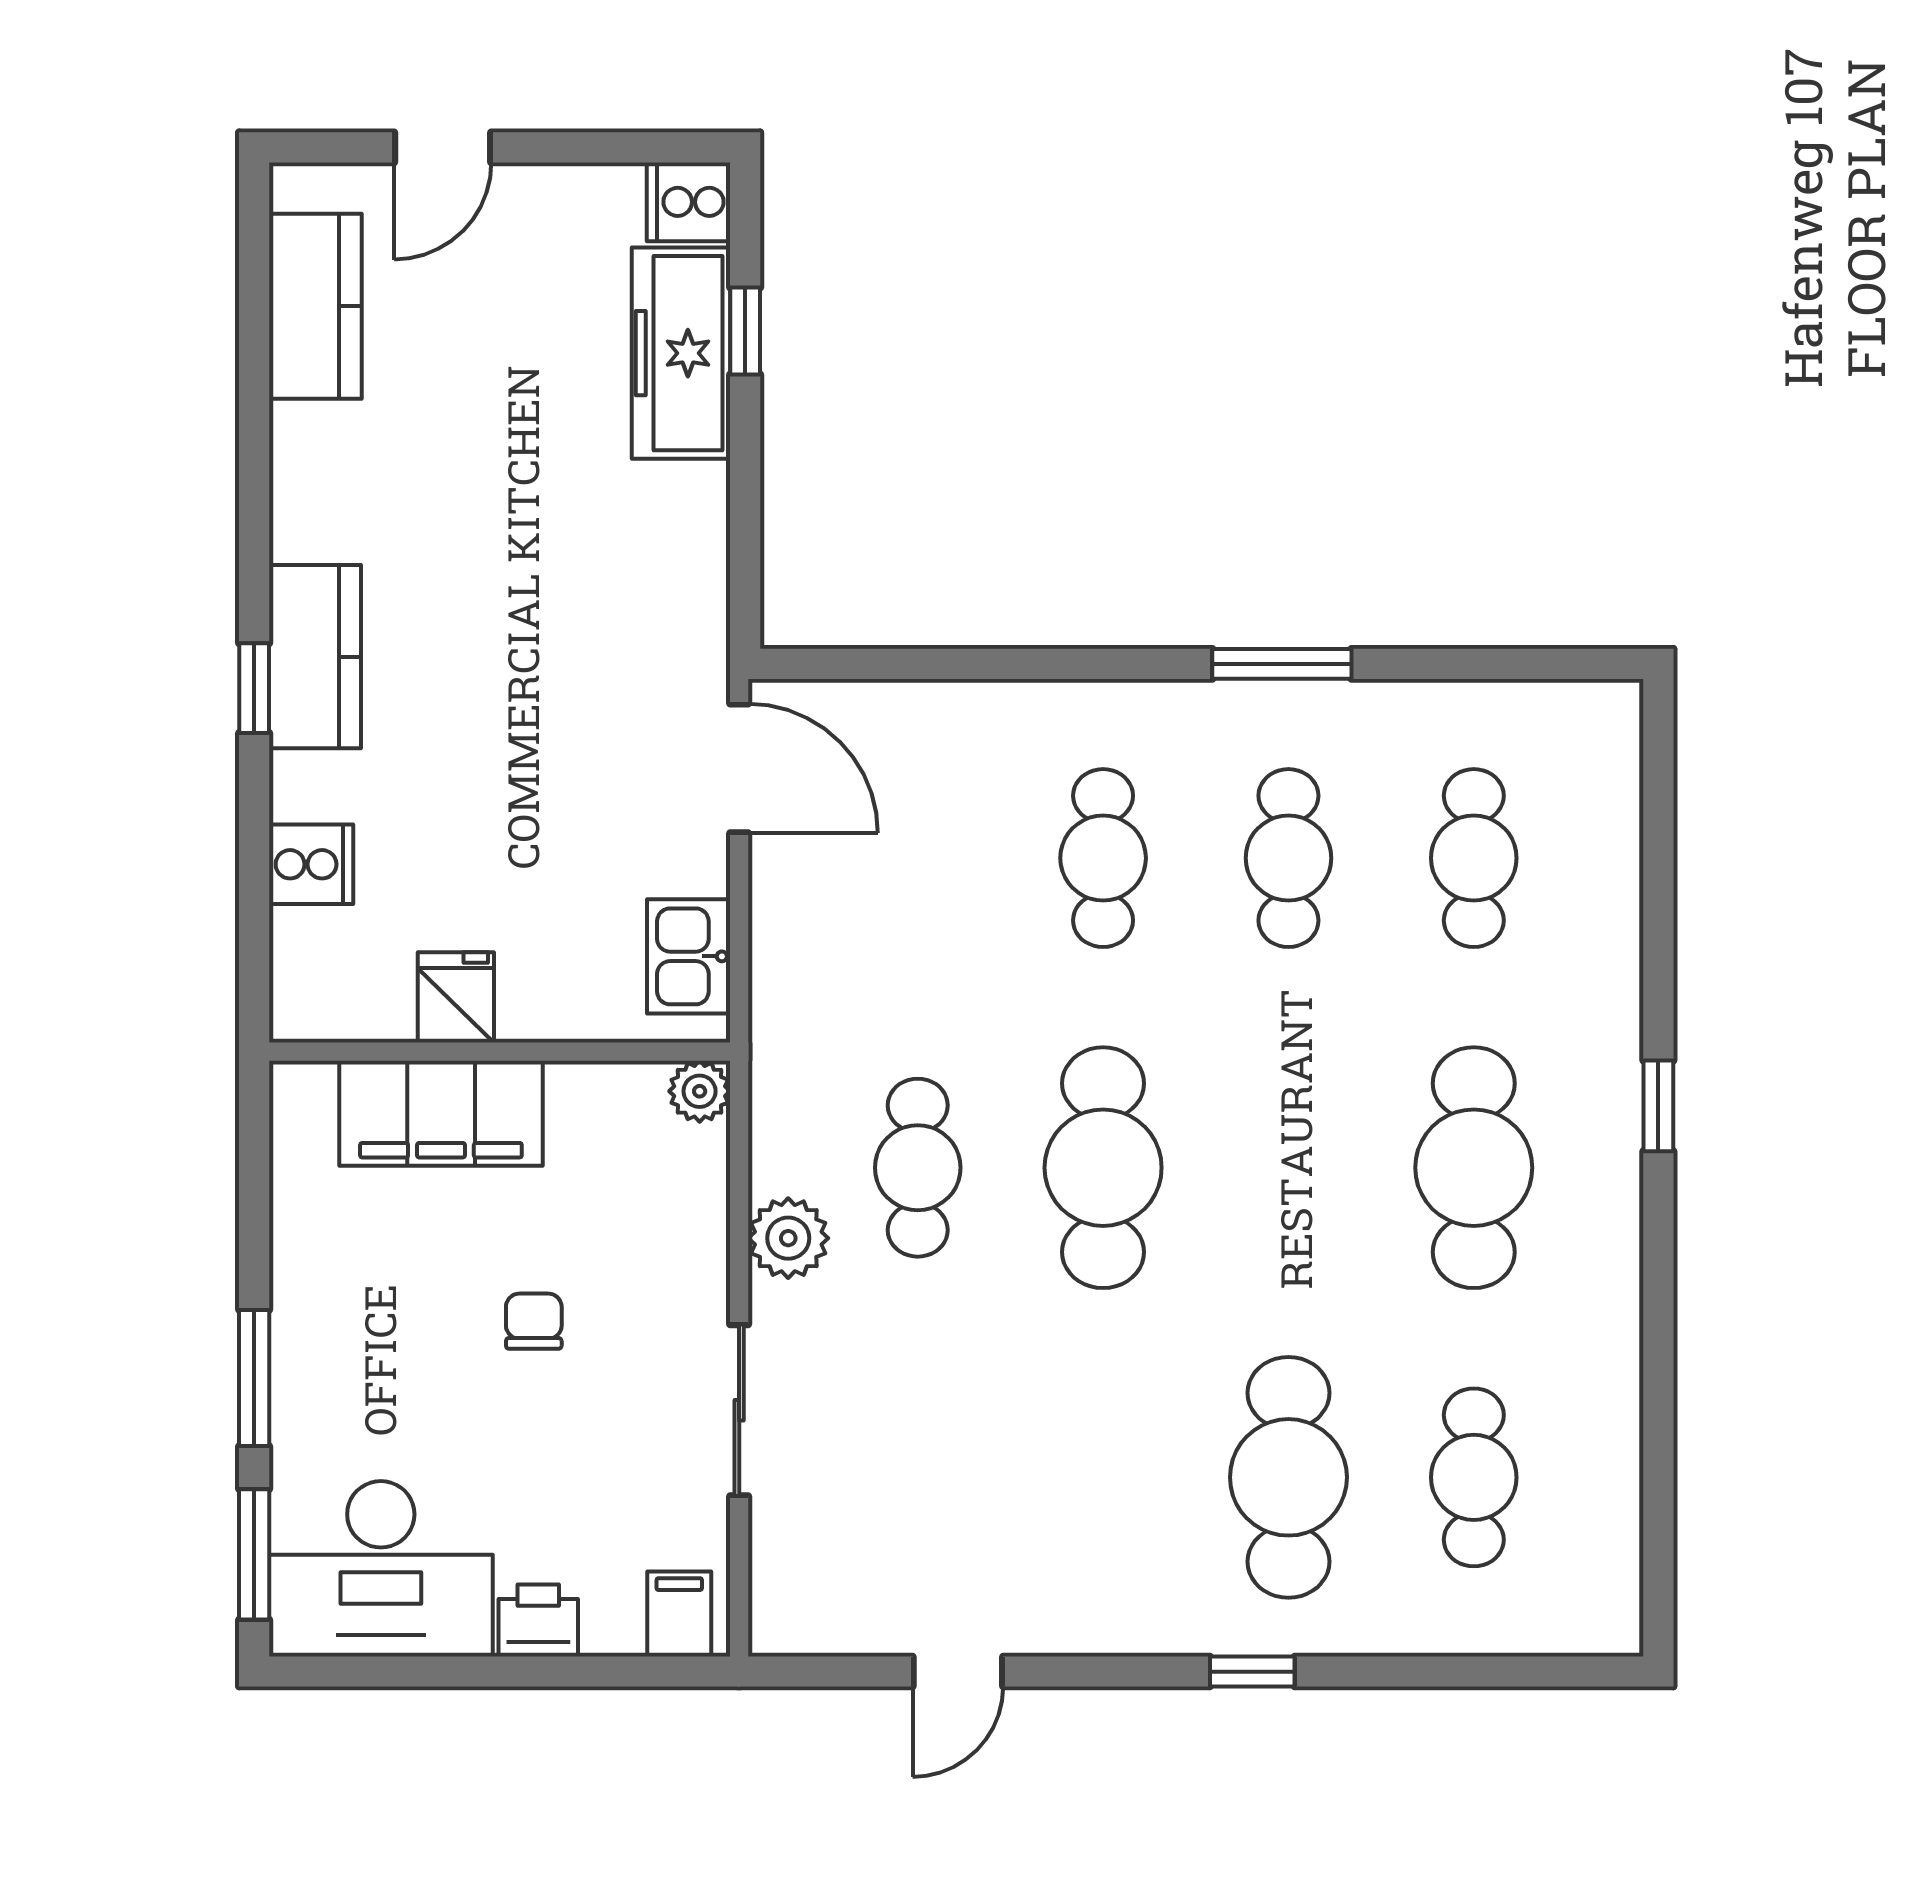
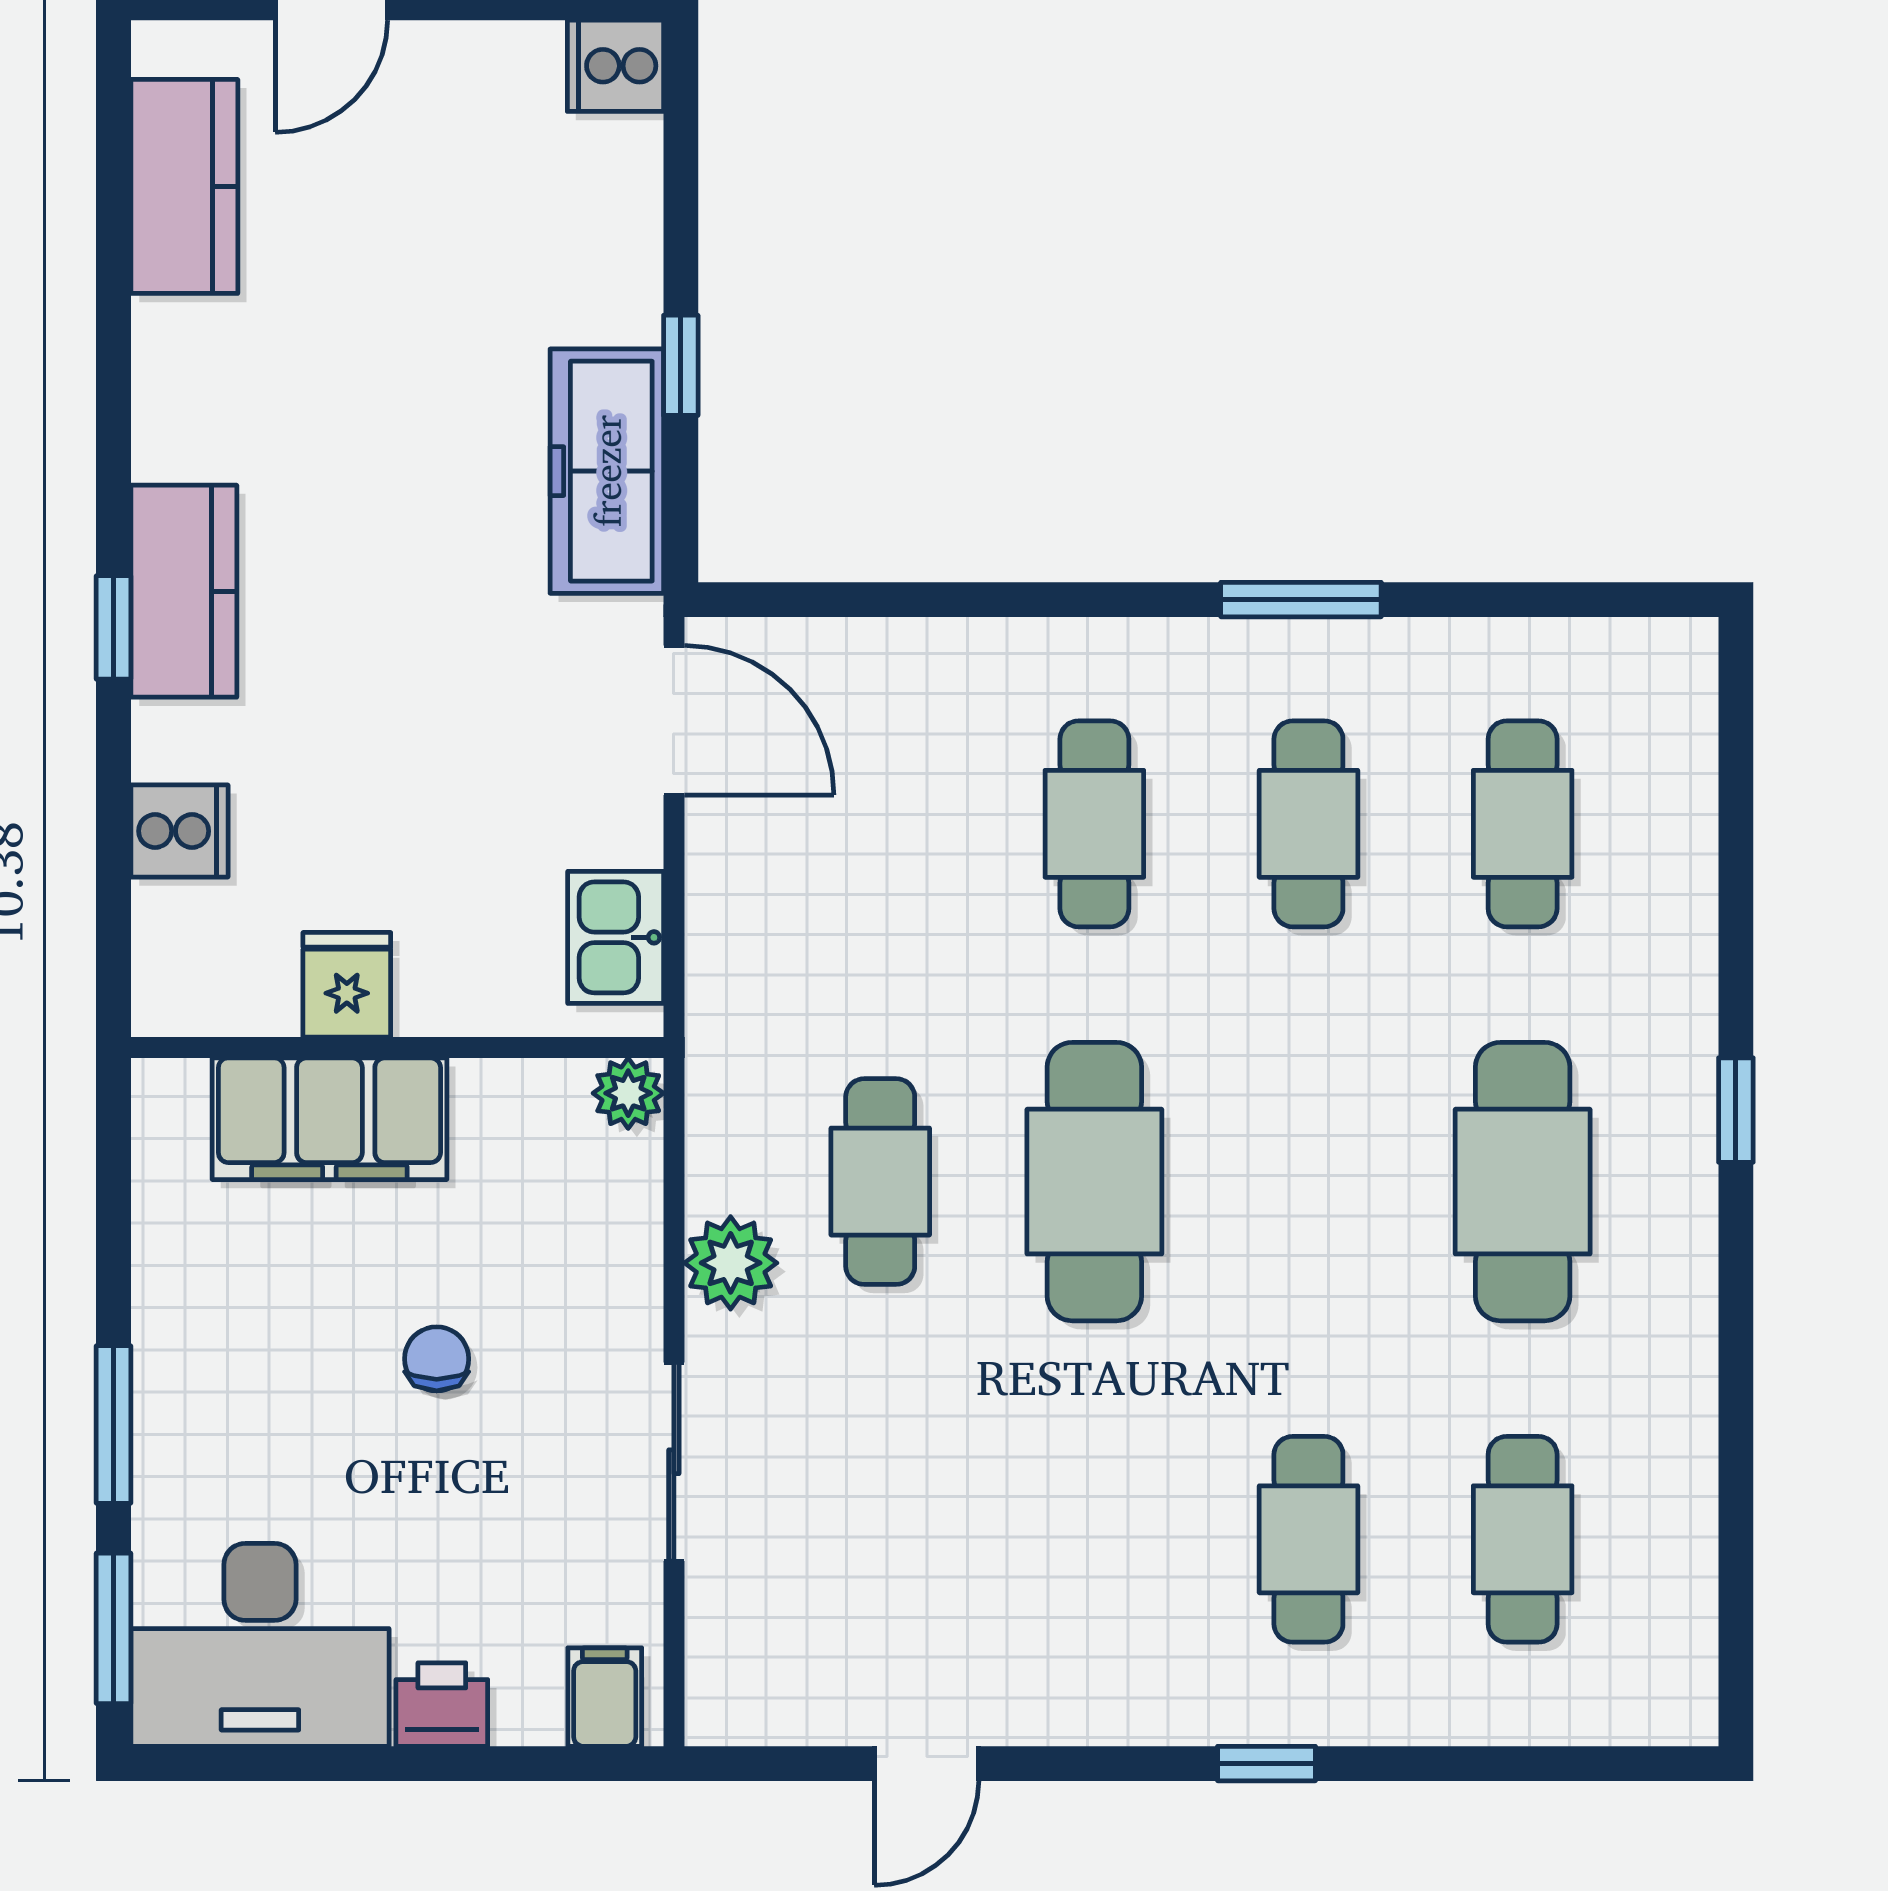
window: (745, 331) -> (681, 365), moved
freezer: (681, 353) -> (607, 471), moved
cafe table: (1288, 1477) -> (1308, 1539), width x0.73, depth x0.74

